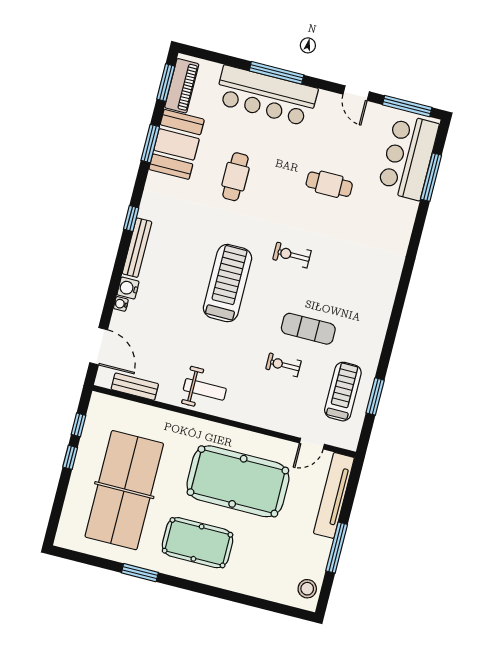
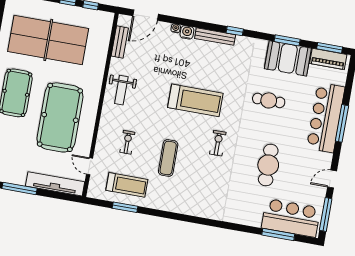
cafe table: (329, 184) -> (268, 165), width x1.37, depth x1.35
exercise bike: (283, 365) -> (127, 142), moved

